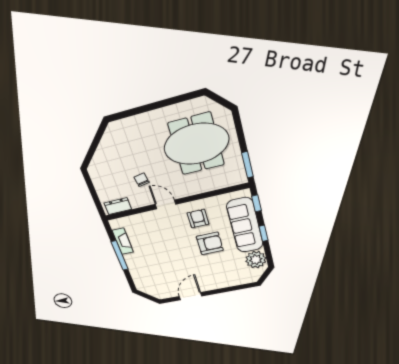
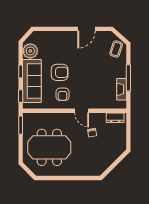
armchair: (210, 243) -> (60, 72), turned 180
coffee table: (147, 283) -> (116, 49), added

